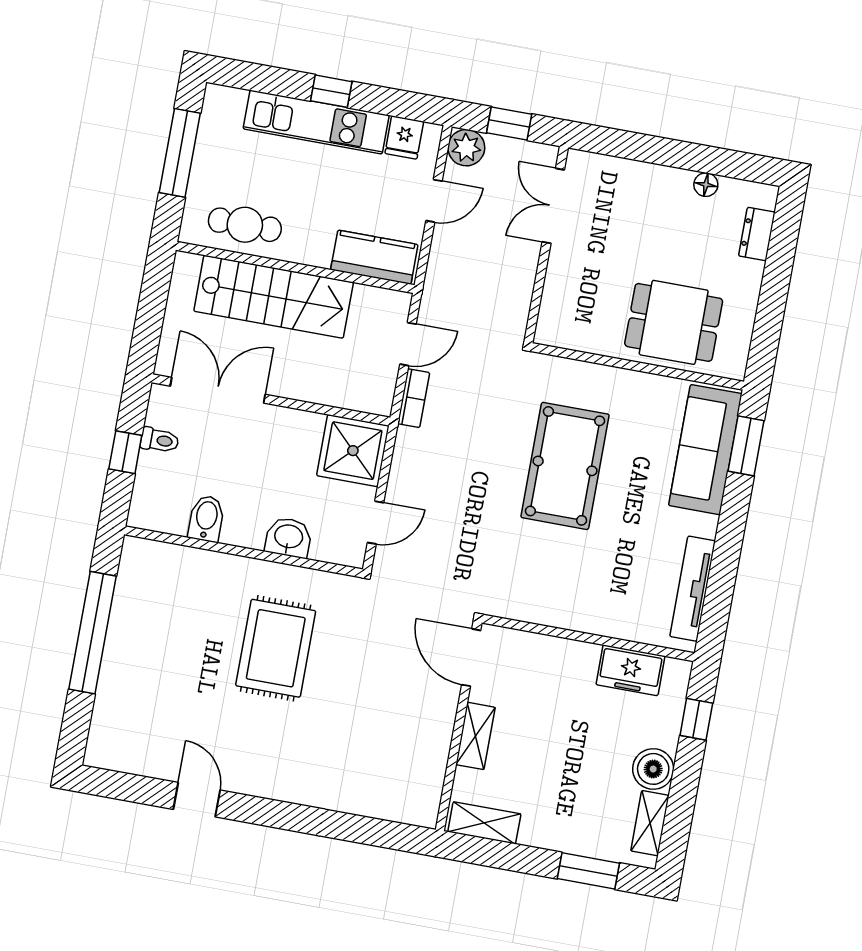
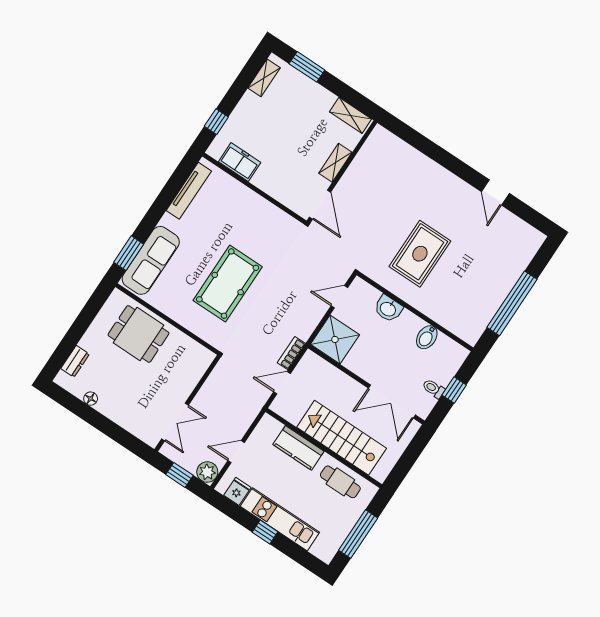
kitchen counter: (374, 257) -> (298, 448), moved
boiler: (653, 769) -> (250, 105), removed

